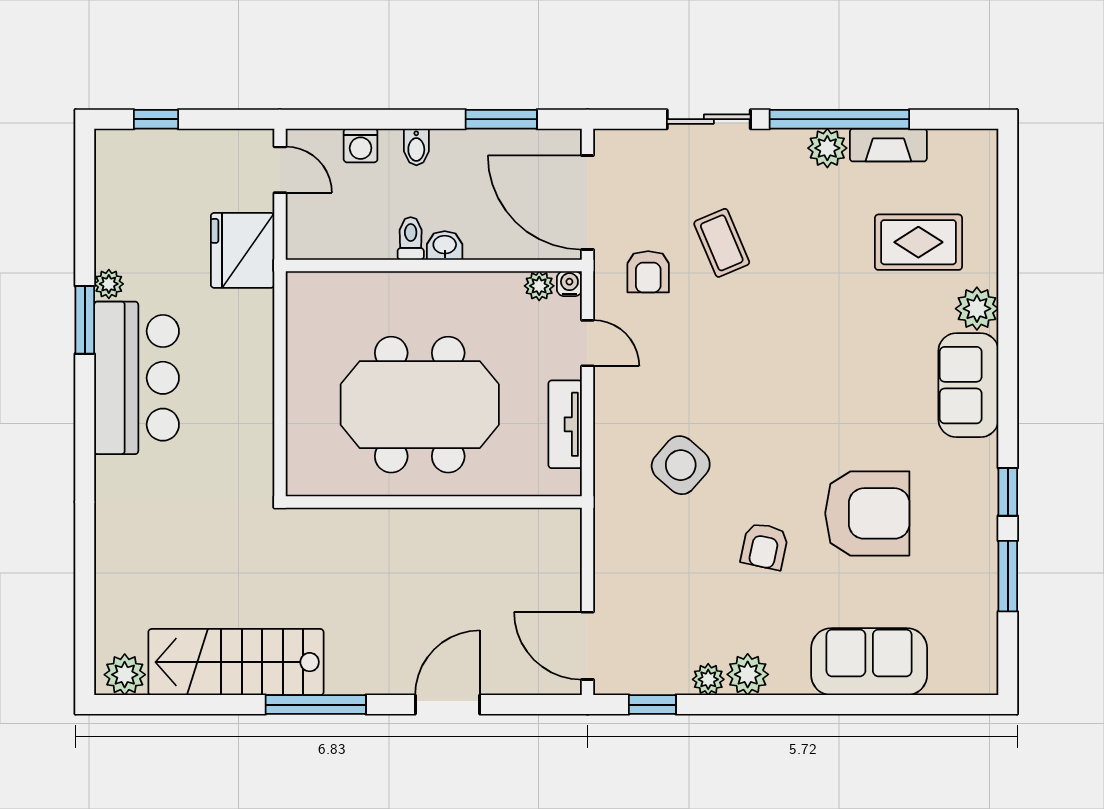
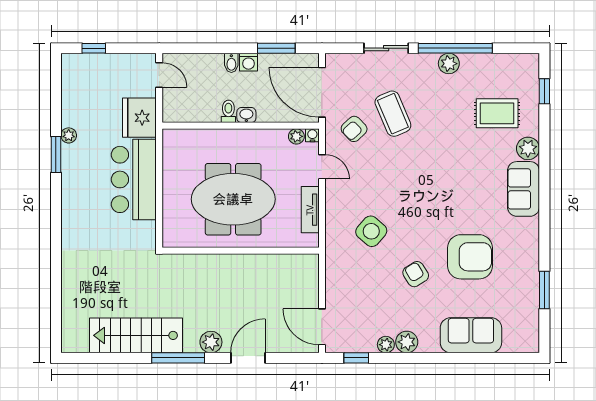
washing machine: (361, 145) -> (249, 62), moved
fireplace: (888, 145) -> (481, 62), removed
coffee table: (722, 243) -> (393, 114), width x1.36, depth x1.30
armchair: (648, 272) -> (354, 129), turned 47
bar counter: (137, 378) -> (134, 179), moved, turned 180
window: (1008, 492) -> (544, 91), moved
armchair: (765, 546) -> (416, 274), turned 136
plant: (125, 675) -> (211, 342), moved

